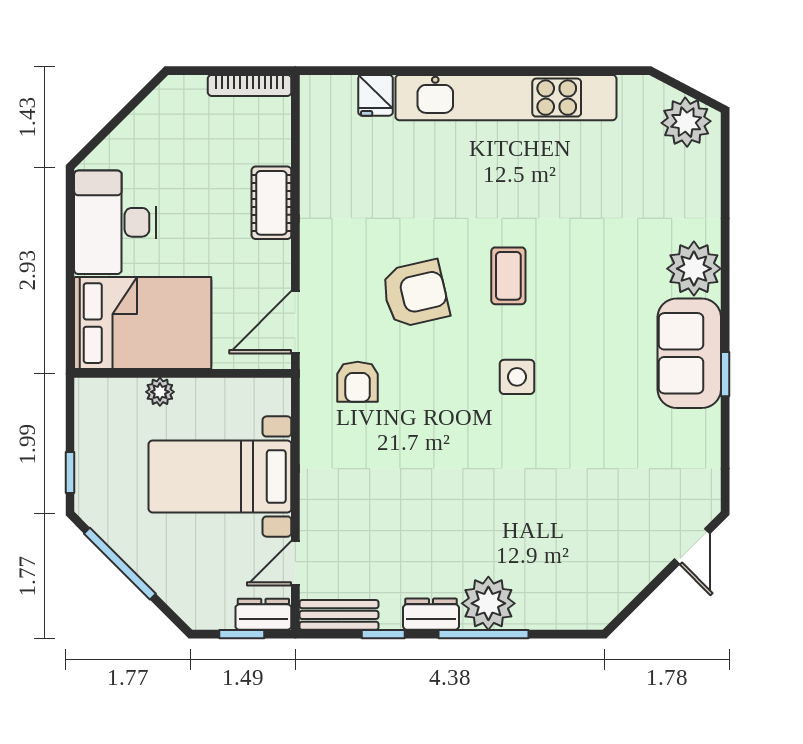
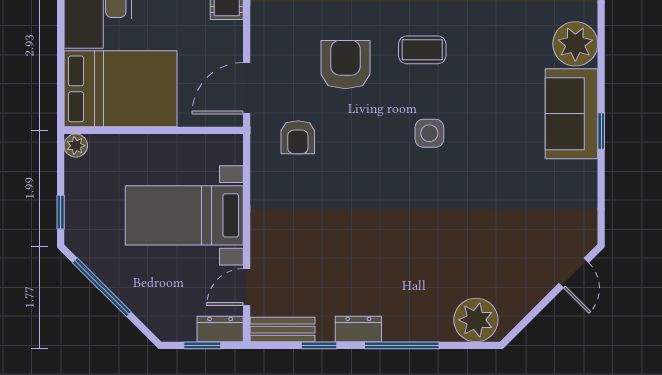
coffee table: (508, 276) -> (422, 50), turned 90
armchair: (415, 294) -> (345, 65), turned -77
plant: (160, 392) -> (76, 146), moved
plant: (488, 603) -> (476, 320), moved

